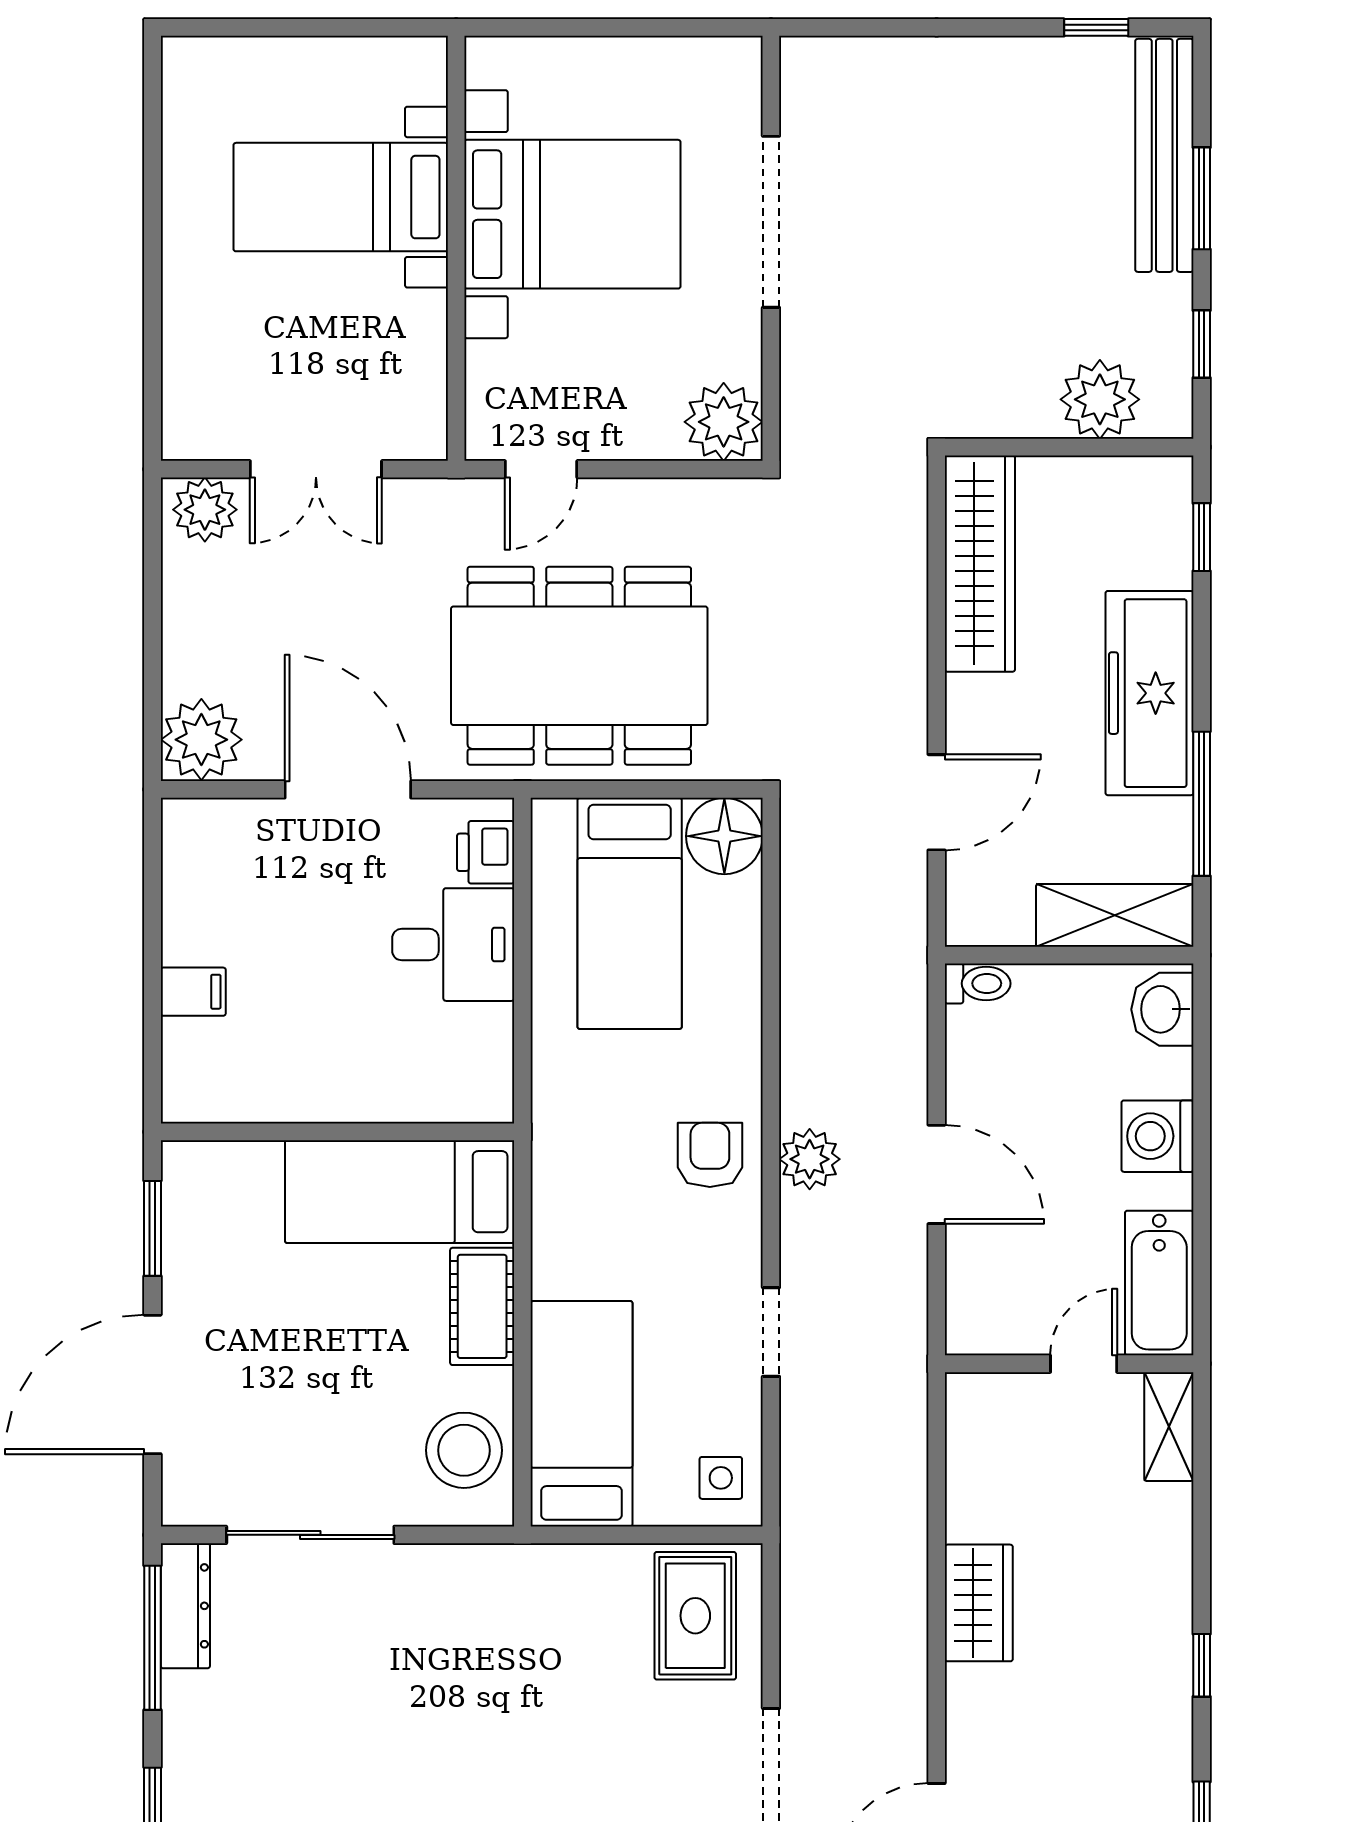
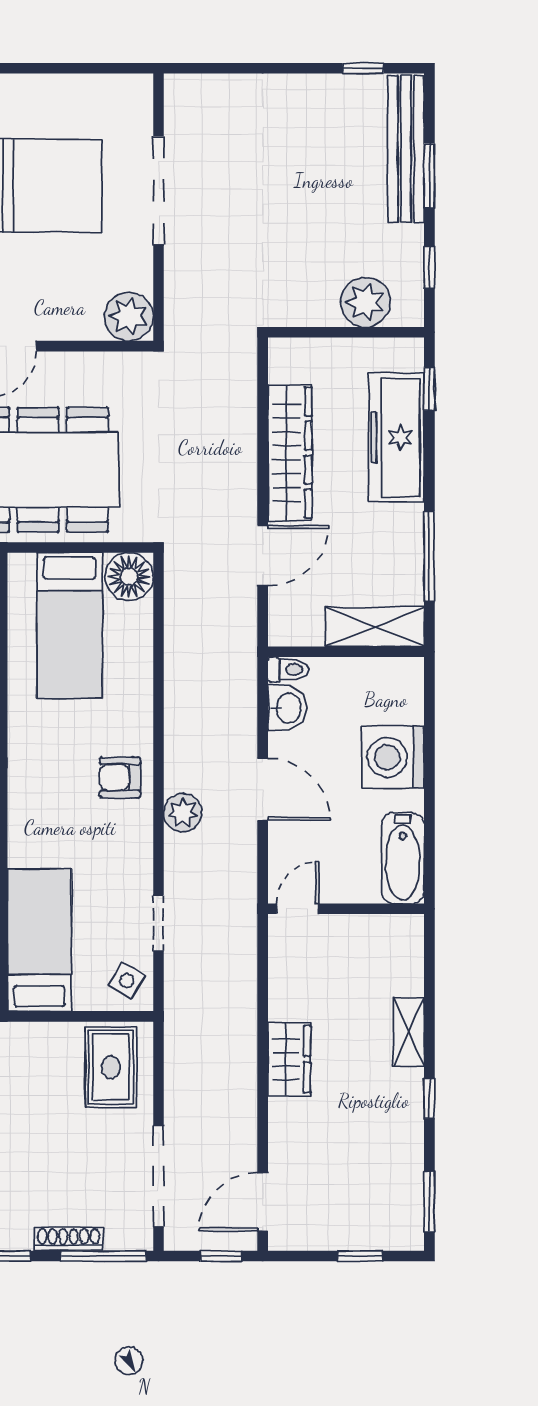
wardrobe: (980, 564) -> (290, 453), moved
freezer: (1149, 693) -> (397, 437), moved
washbasin: (1162, 1009) -> (287, 708), moved, turned 180
washing machine: (1157, 1136) -> (393, 757), width x1.37, depth x1.37
armchair: (710, 1155) -> (120, 777), turned -90
plant: (810, 1159) -> (183, 813), moved
doorway: (771, 1332) -> (158, 923), moved
door: (1084, 1364) -> (298, 909), moved
shelving: (1169, 1427) -> (409, 1032), moved
side table: (721, 1478) -> (127, 981), turned 30

